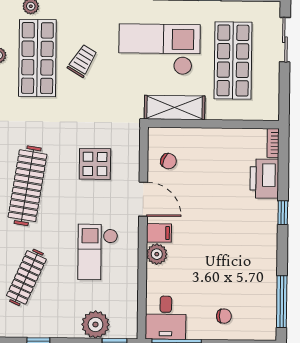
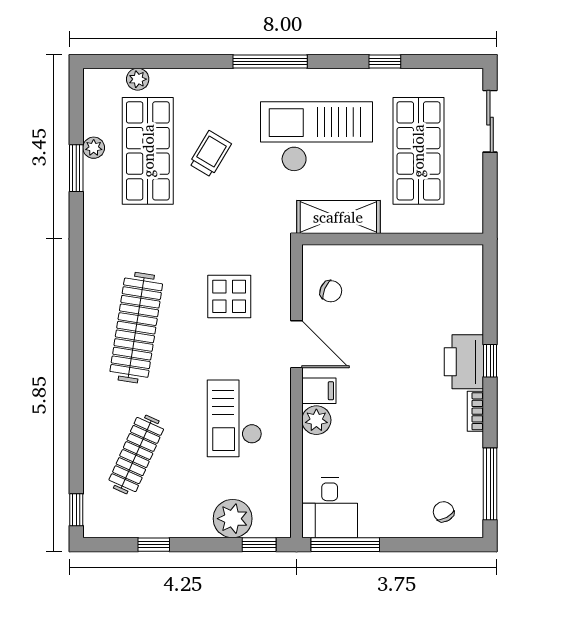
bookcase: (273, 143) -> (475, 411), moved
printer: (264, 179) -> (464, 362), moved
chair: (224, 316) -> (444, 512), moved, turned -119

